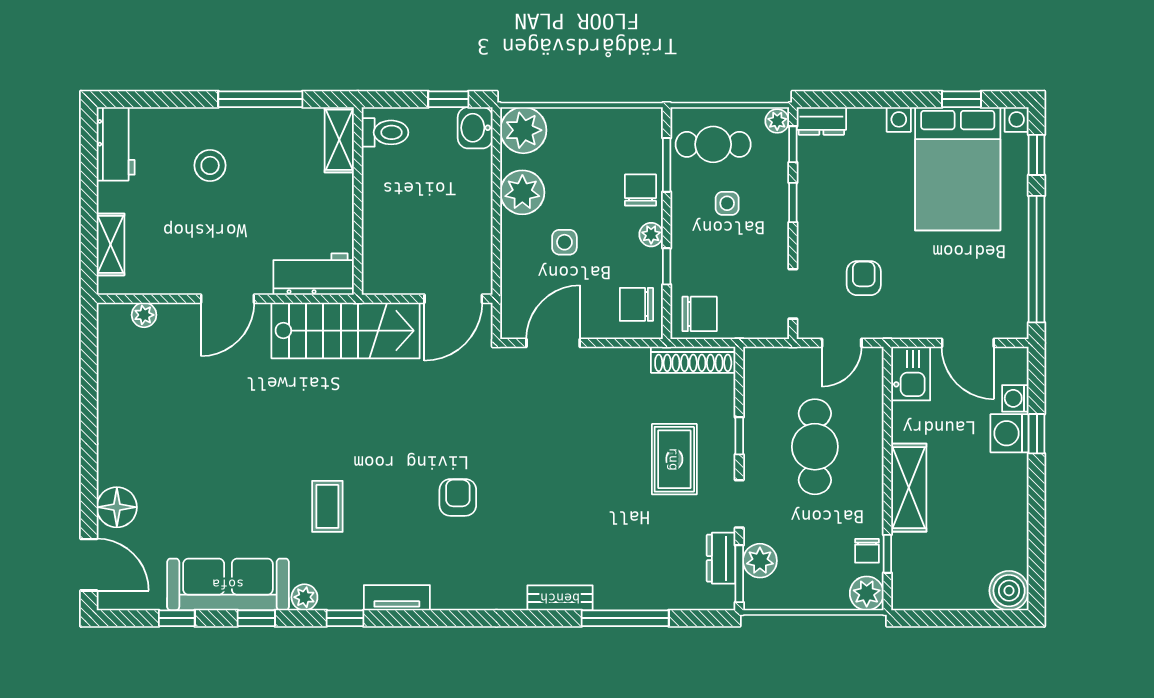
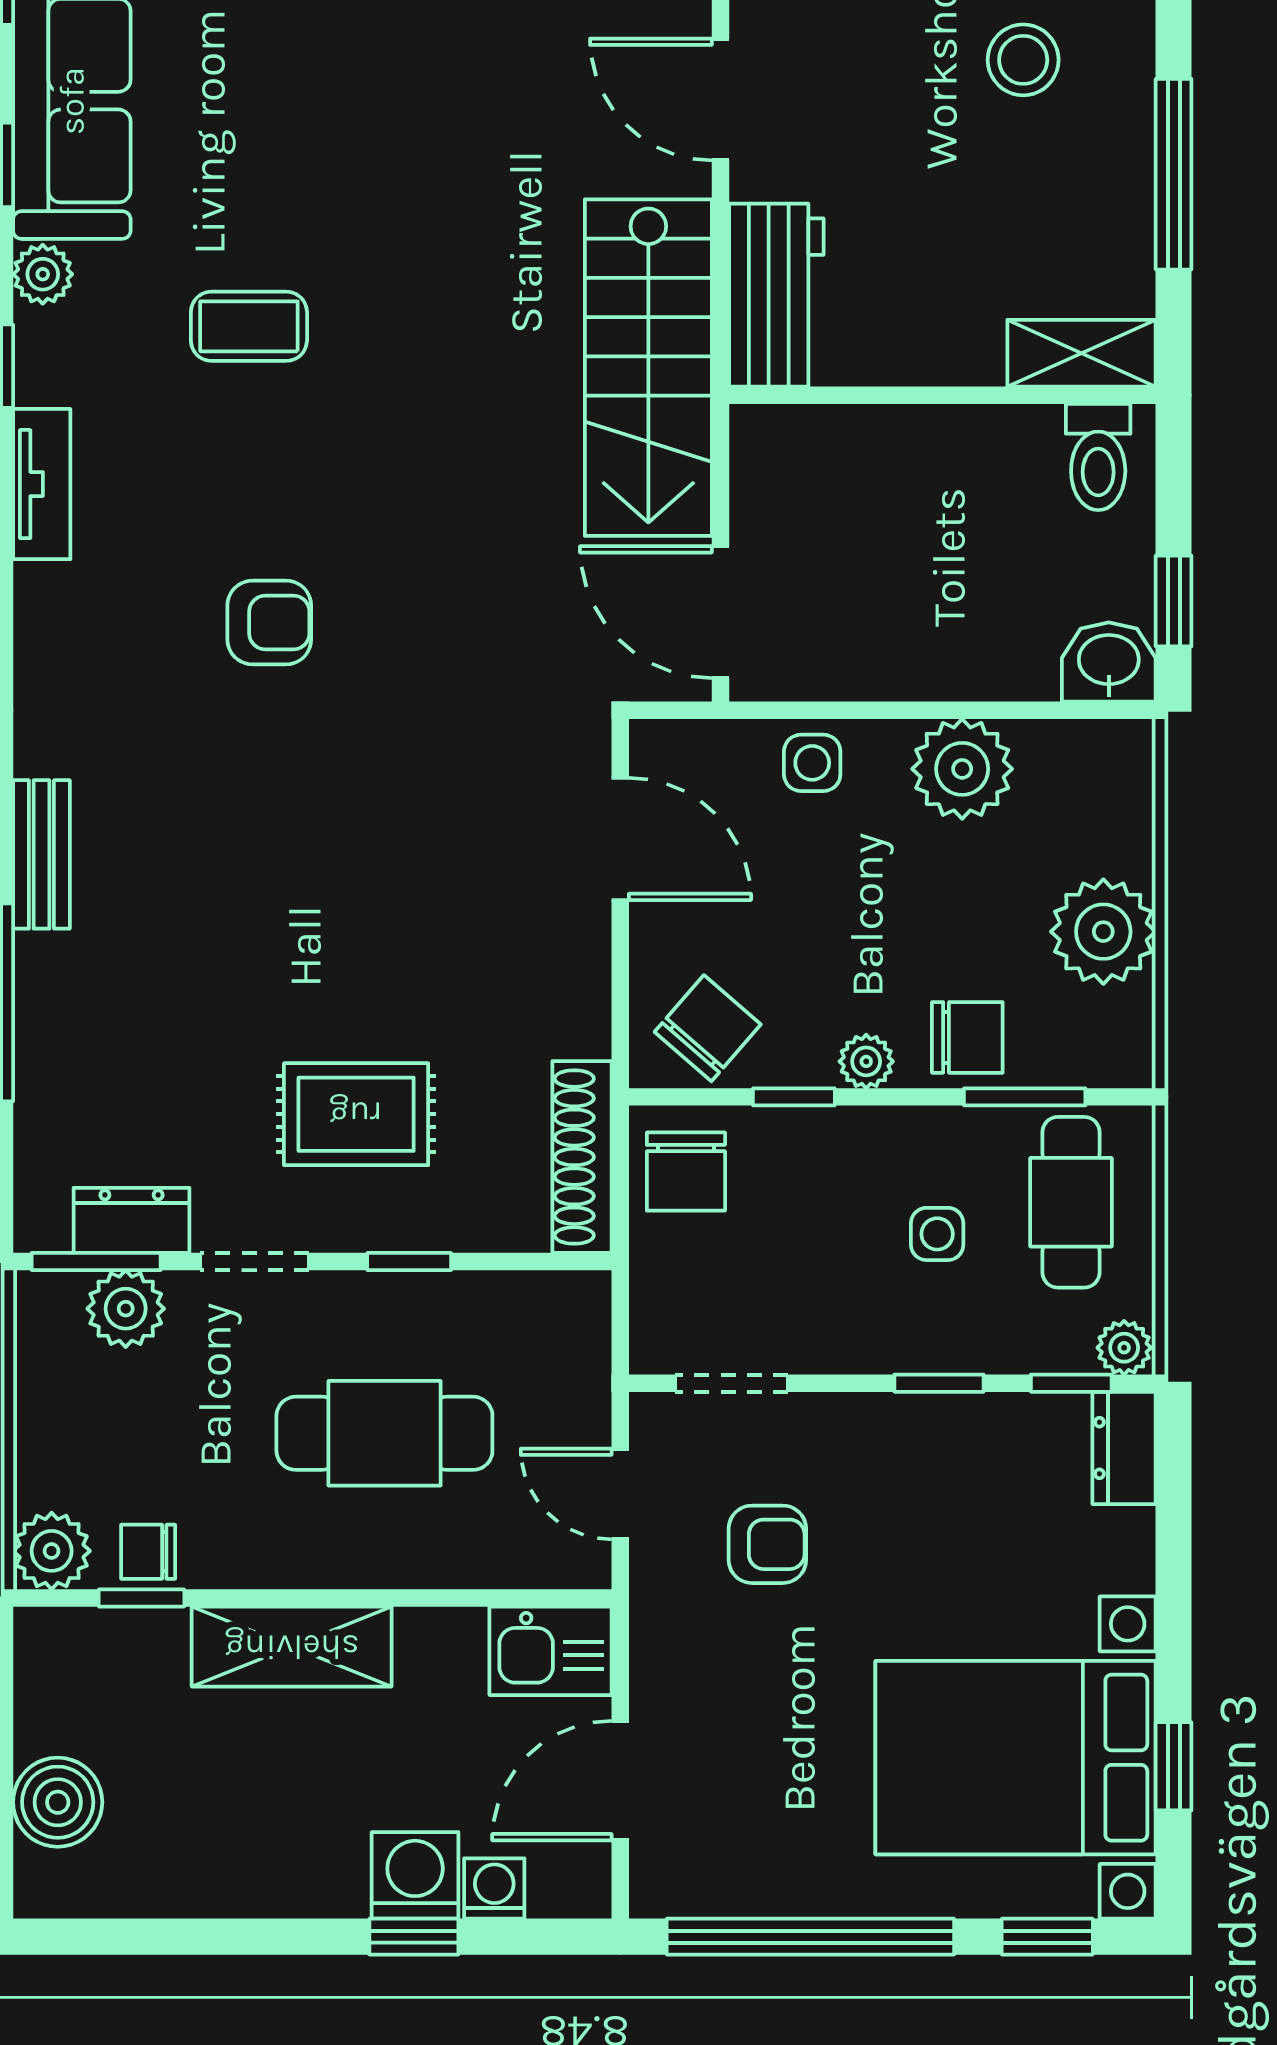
plant: (523, 130) -> (1103, 932), moved
side table: (564, 242) -> (812, 763), moved
chair: (636, 304) -> (708, 1028), turned 41
boiler: (1009, 591) -> (58, 1802), moved

